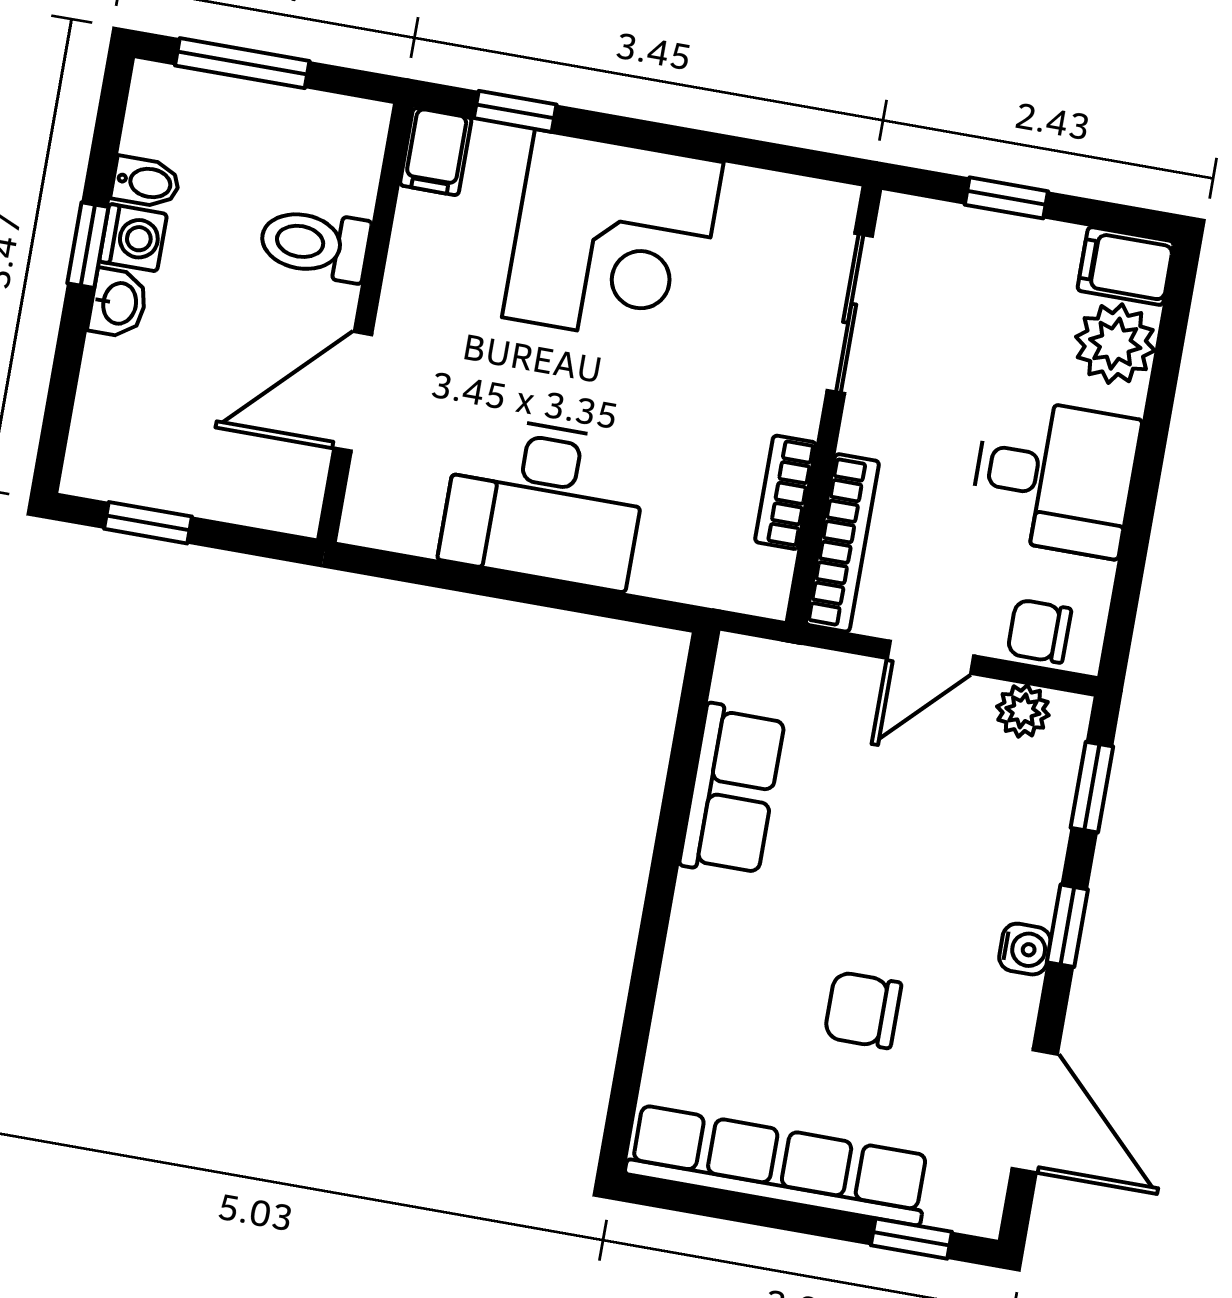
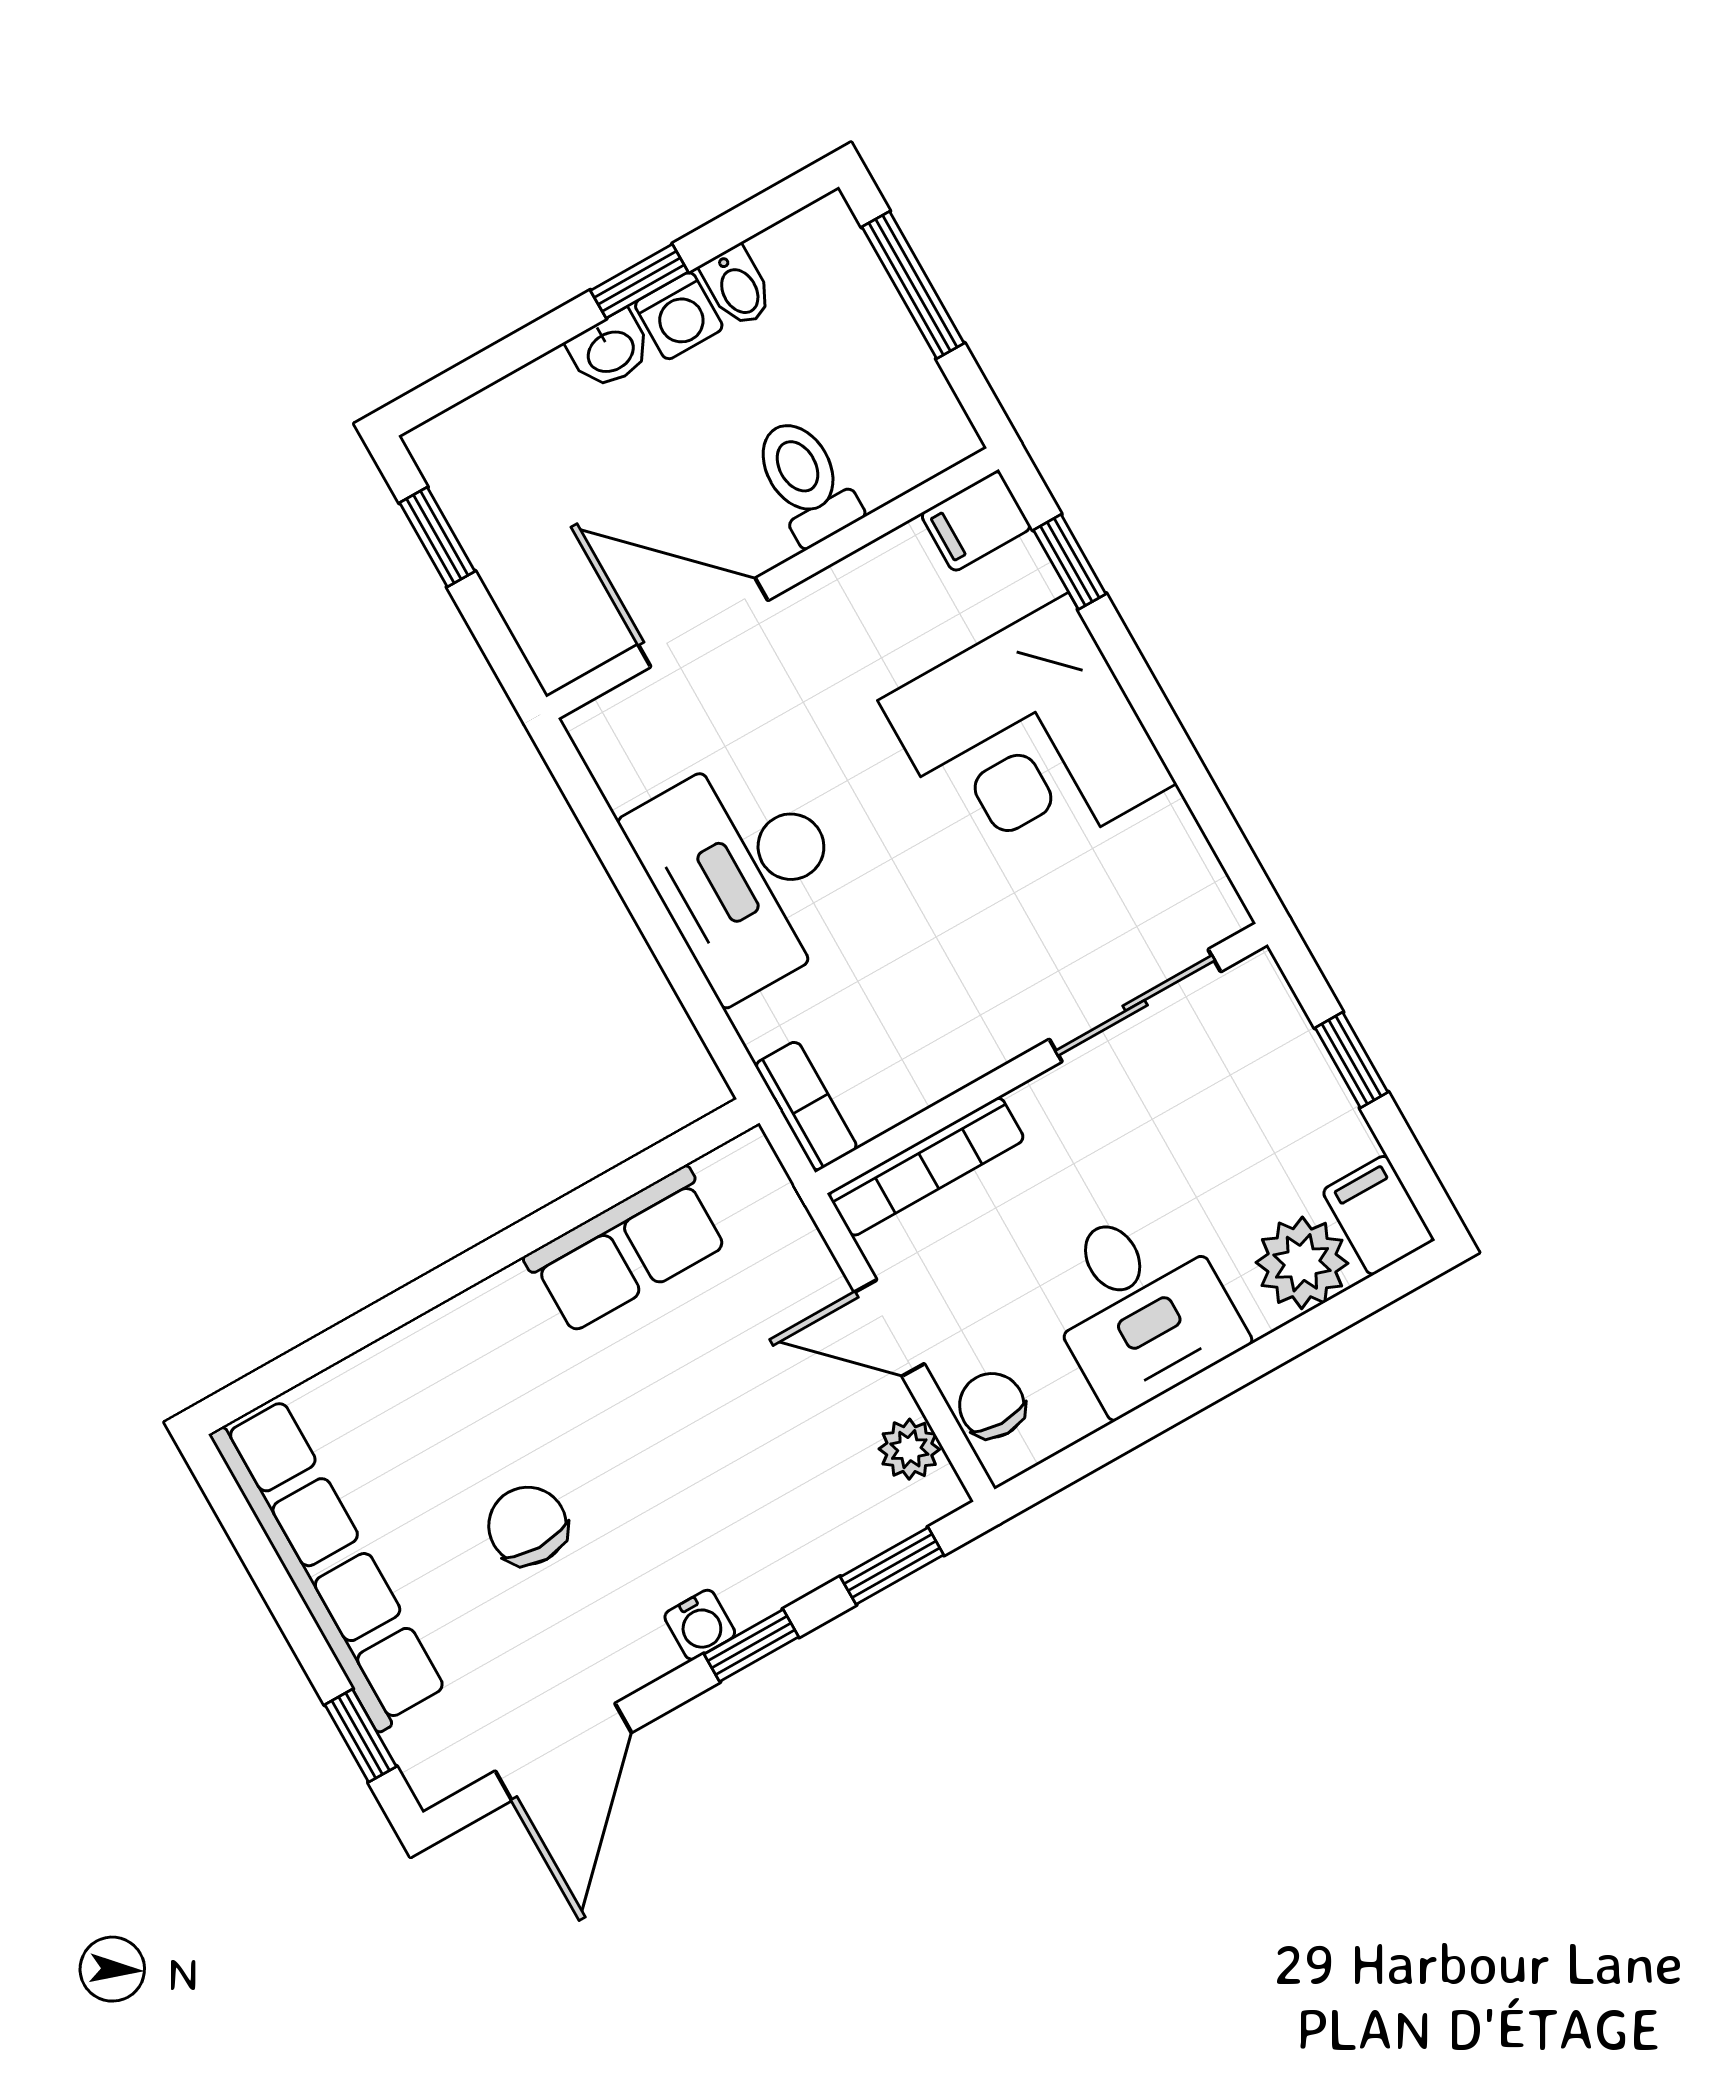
bookcase: (786, 492) -> (806, 1106), moved, turned 90

